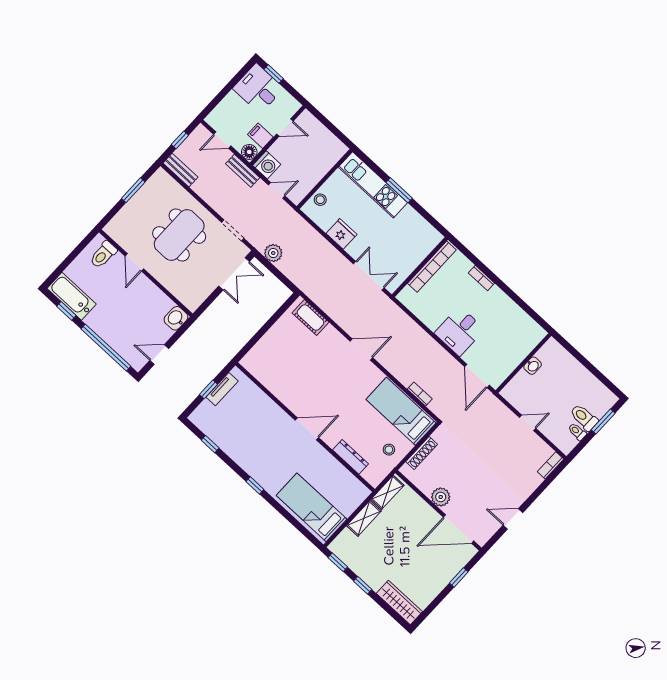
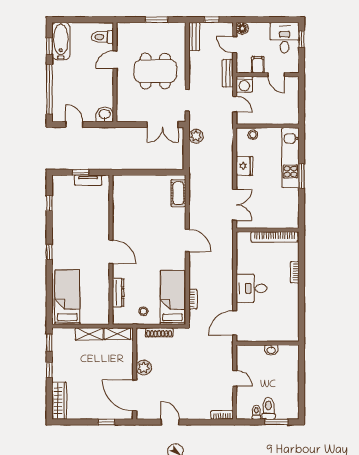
floor lamp: (249, 152) -> (242, 28), moved

